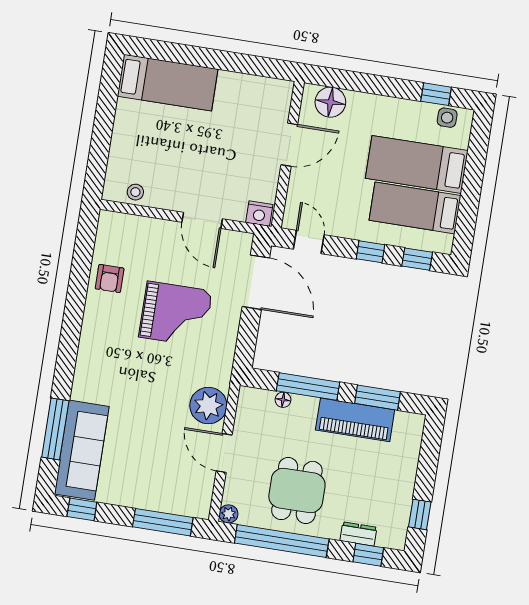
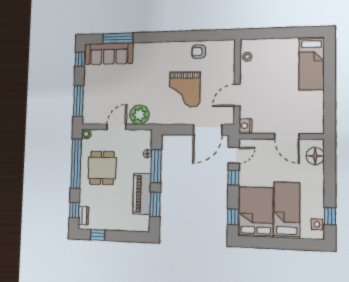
bed: (415, 208) -> (256, 212), width x1.50
window: (370, 252) -> (233, 178), moved
dining table: (297, 490) -> (102, 168), turned 90
dresser: (358, 534) -> (84, 216), moved

